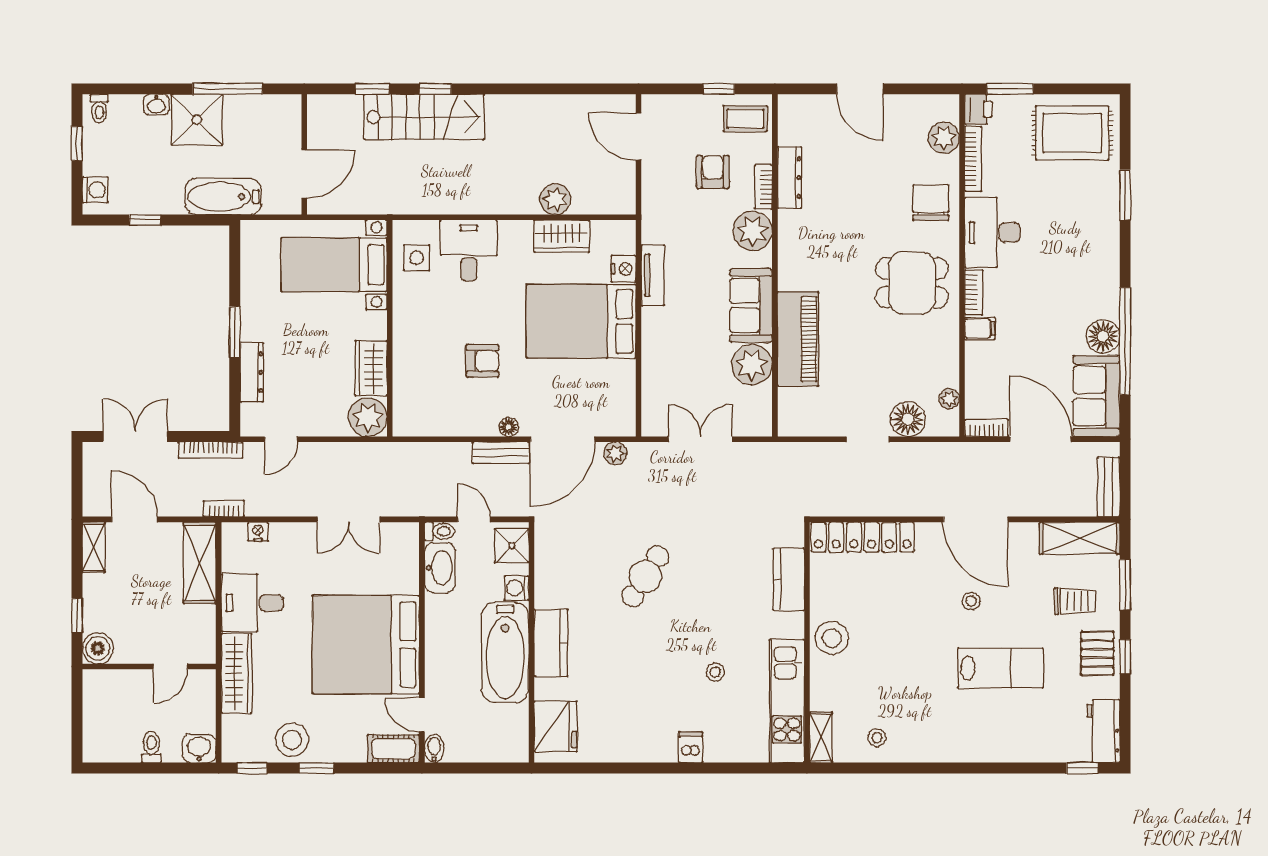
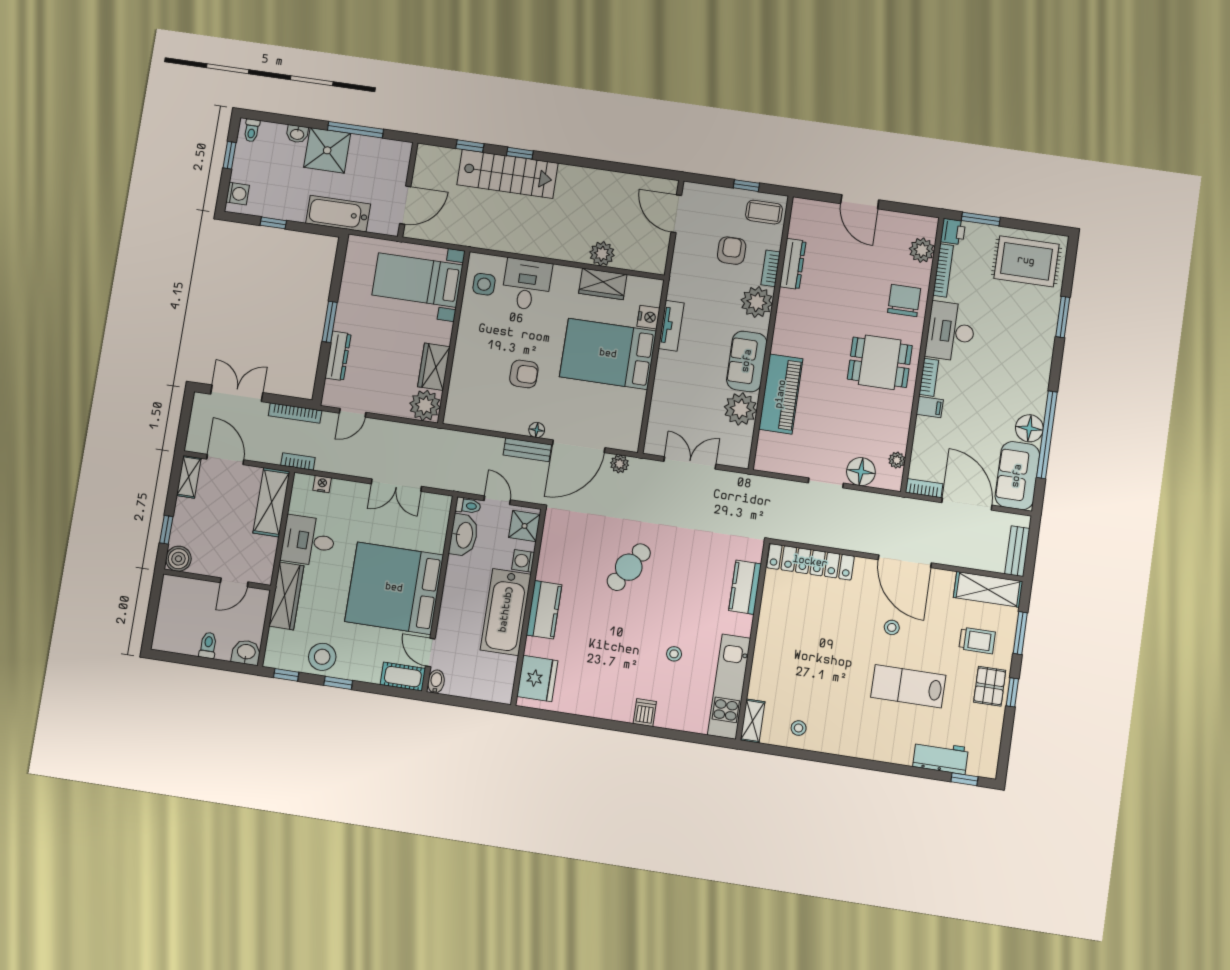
stool: (832, 638) -> (773, 641), removed
lab bench: (1000, 668) -> (908, 686), turned 180
workbench: (1103, 731) -> (941, 757), moved, turned 90

